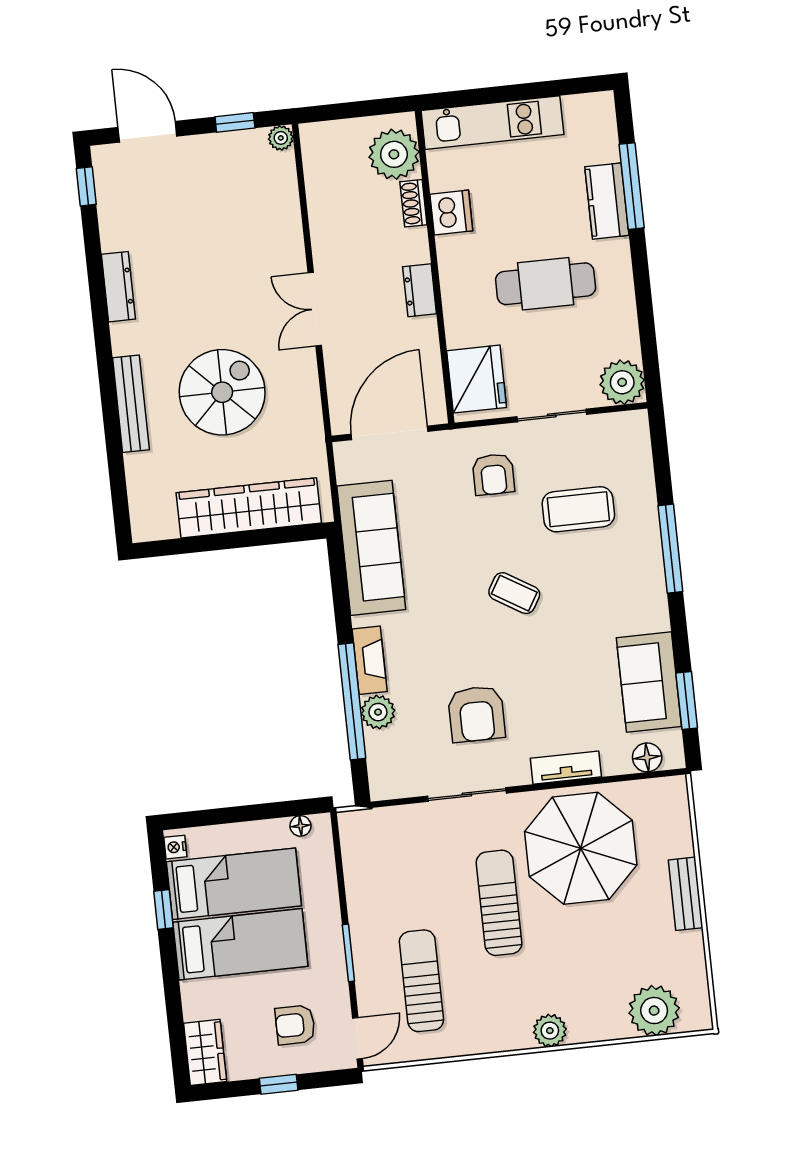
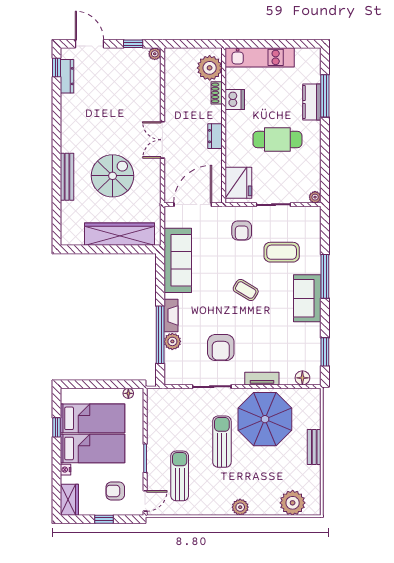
dresser: (118, 287) -> (67, 76), moved
plant: (622, 382) -> (315, 197), width x0.53, depth x0.53
sofa: (649, 682) -> (307, 298), moved
nightstand: (175, 847) -> (66, 470), moved

